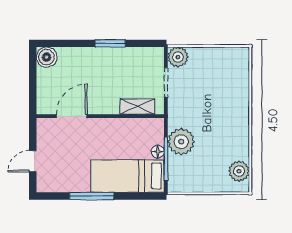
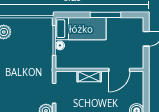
shelving: (137, 107) -> (89, 77), moved
plant: (181, 142) -> (44, 52), removed

